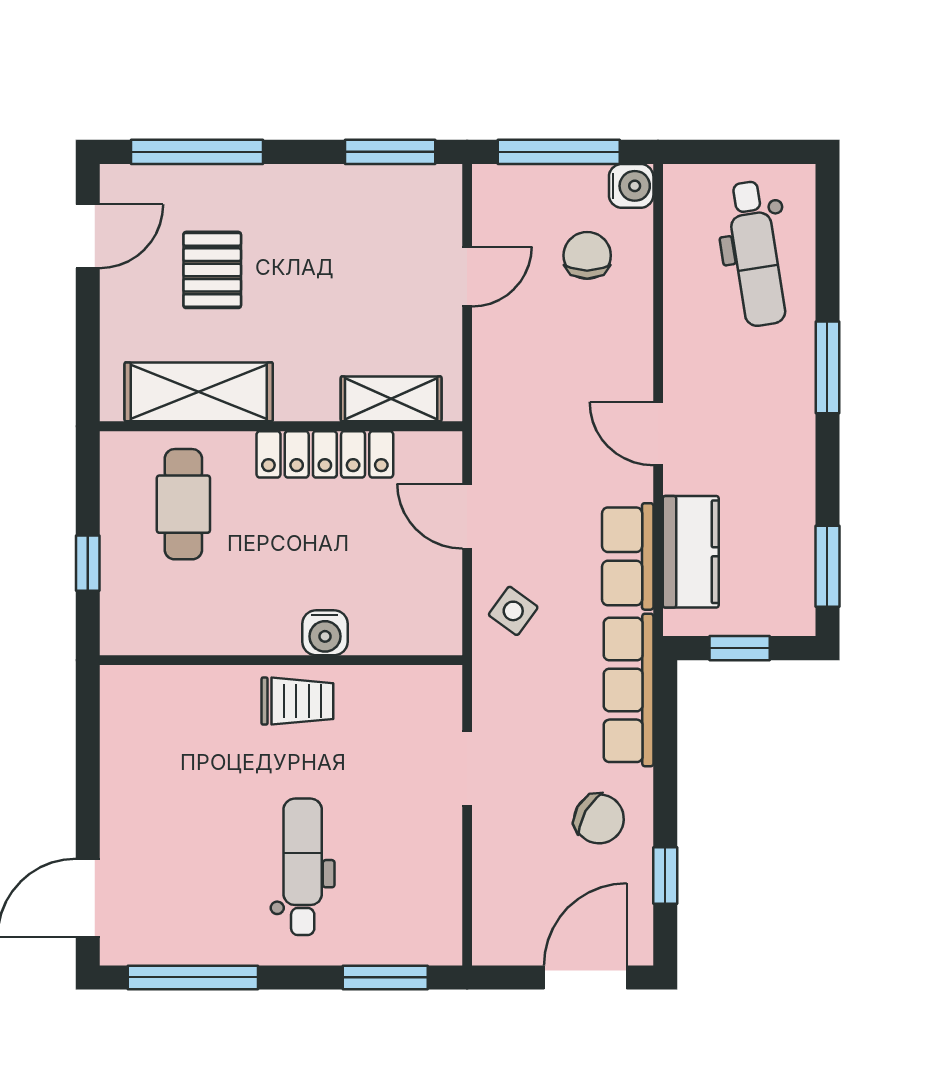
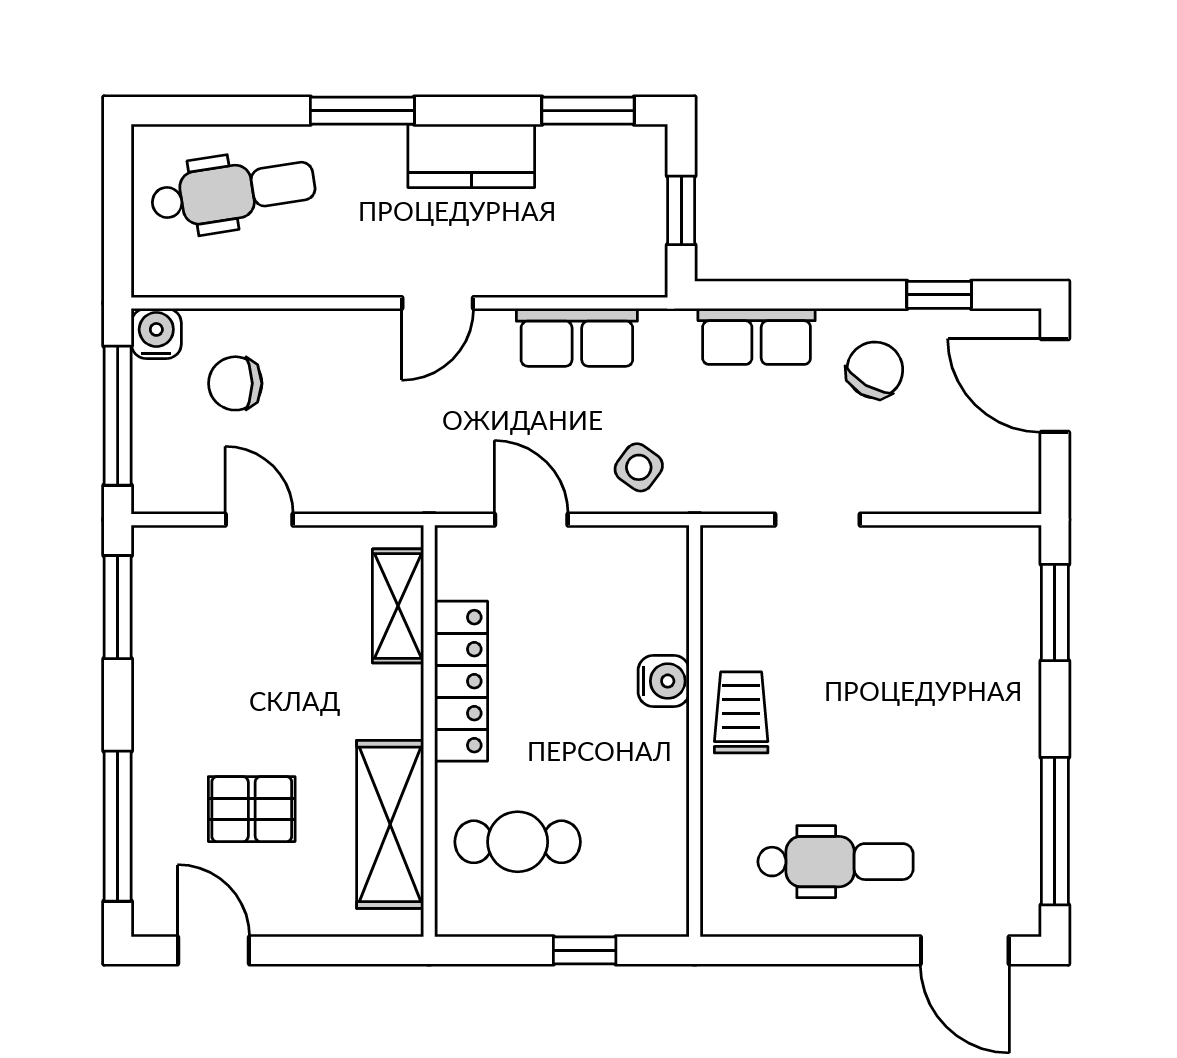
door: (467, 516) -> (531, 520), swing flipped
kitchen counter: (691, 552) -> (471, 156), moved, turned 180
row of seats: (629, 690) -> (757, 336), width x0.68
dental chair: (303, 867) -> (836, 862), moved, turned 180

